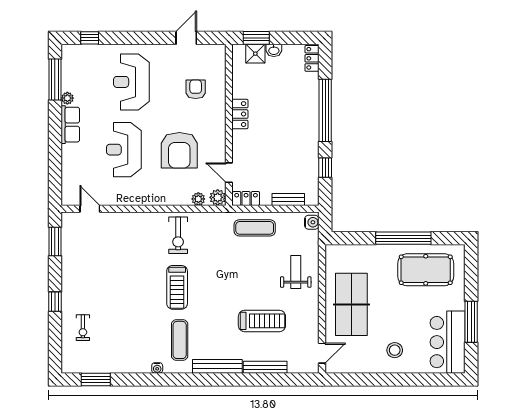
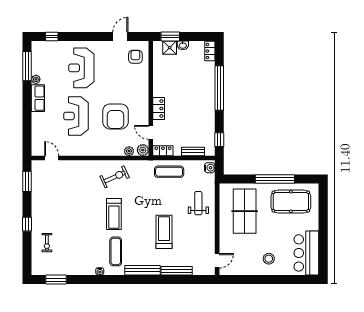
armchair: (196, 89) -> (135, 57), moved
locker: (240, 114) -> (159, 108), moved
window: (325, 168) -> (219, 140), moved
exercise bike: (178, 235) -> (115, 177), turned -114
table tennis table: (351, 304) -> (245, 211), moved
treadmill: (262, 321) -> (164, 232), moved, turned -90
window: (471, 322) -> (323, 238), removed

